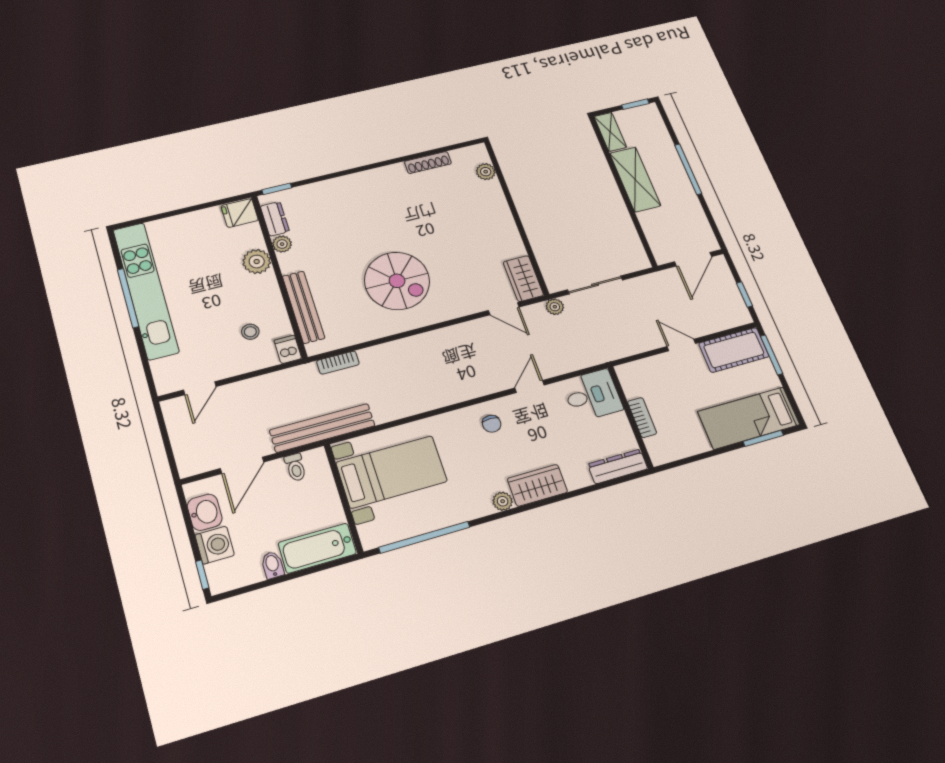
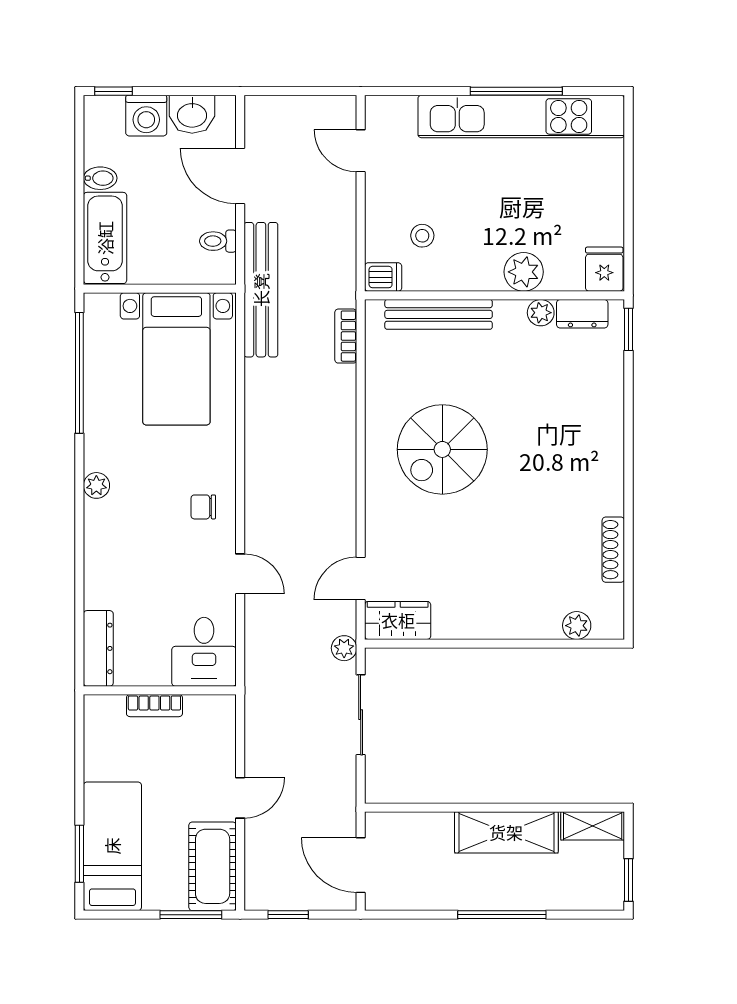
wardrobe: (537, 485) -> (104, 537), removed

